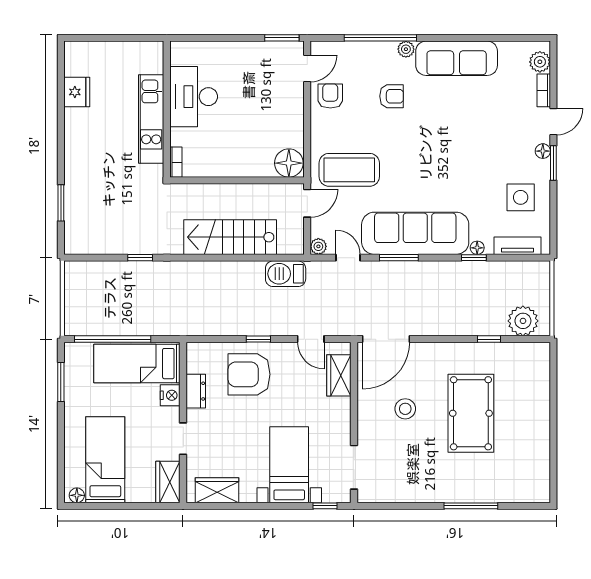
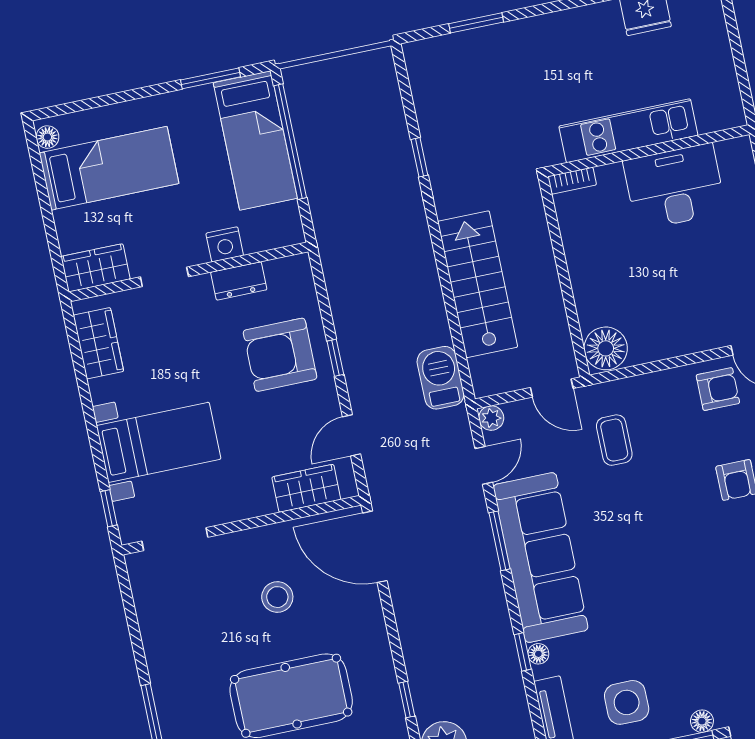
coffee table: (349, 170) -> (614, 440), width x0.54, depth x0.58
bed: (137, 364) -> (255, 140), moved, turned 180
armchair: (249, 374) -> (280, 355), turned -90

